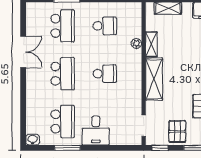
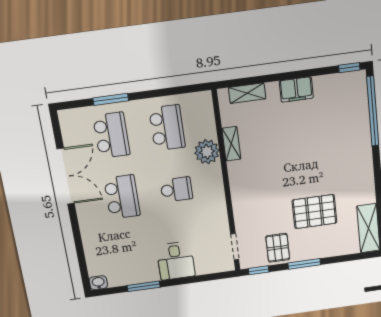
school desk: (105, 26) -> (167, 128), width x1.85
plant: (136, 43) -> (207, 152), width x1.87, depth x1.87
double door: (23, 52) -> (66, 176), width x1.37
shelving: (154, 79) -> (241, 188), removed
school desk: (63, 122) -> (132, 256), removed

